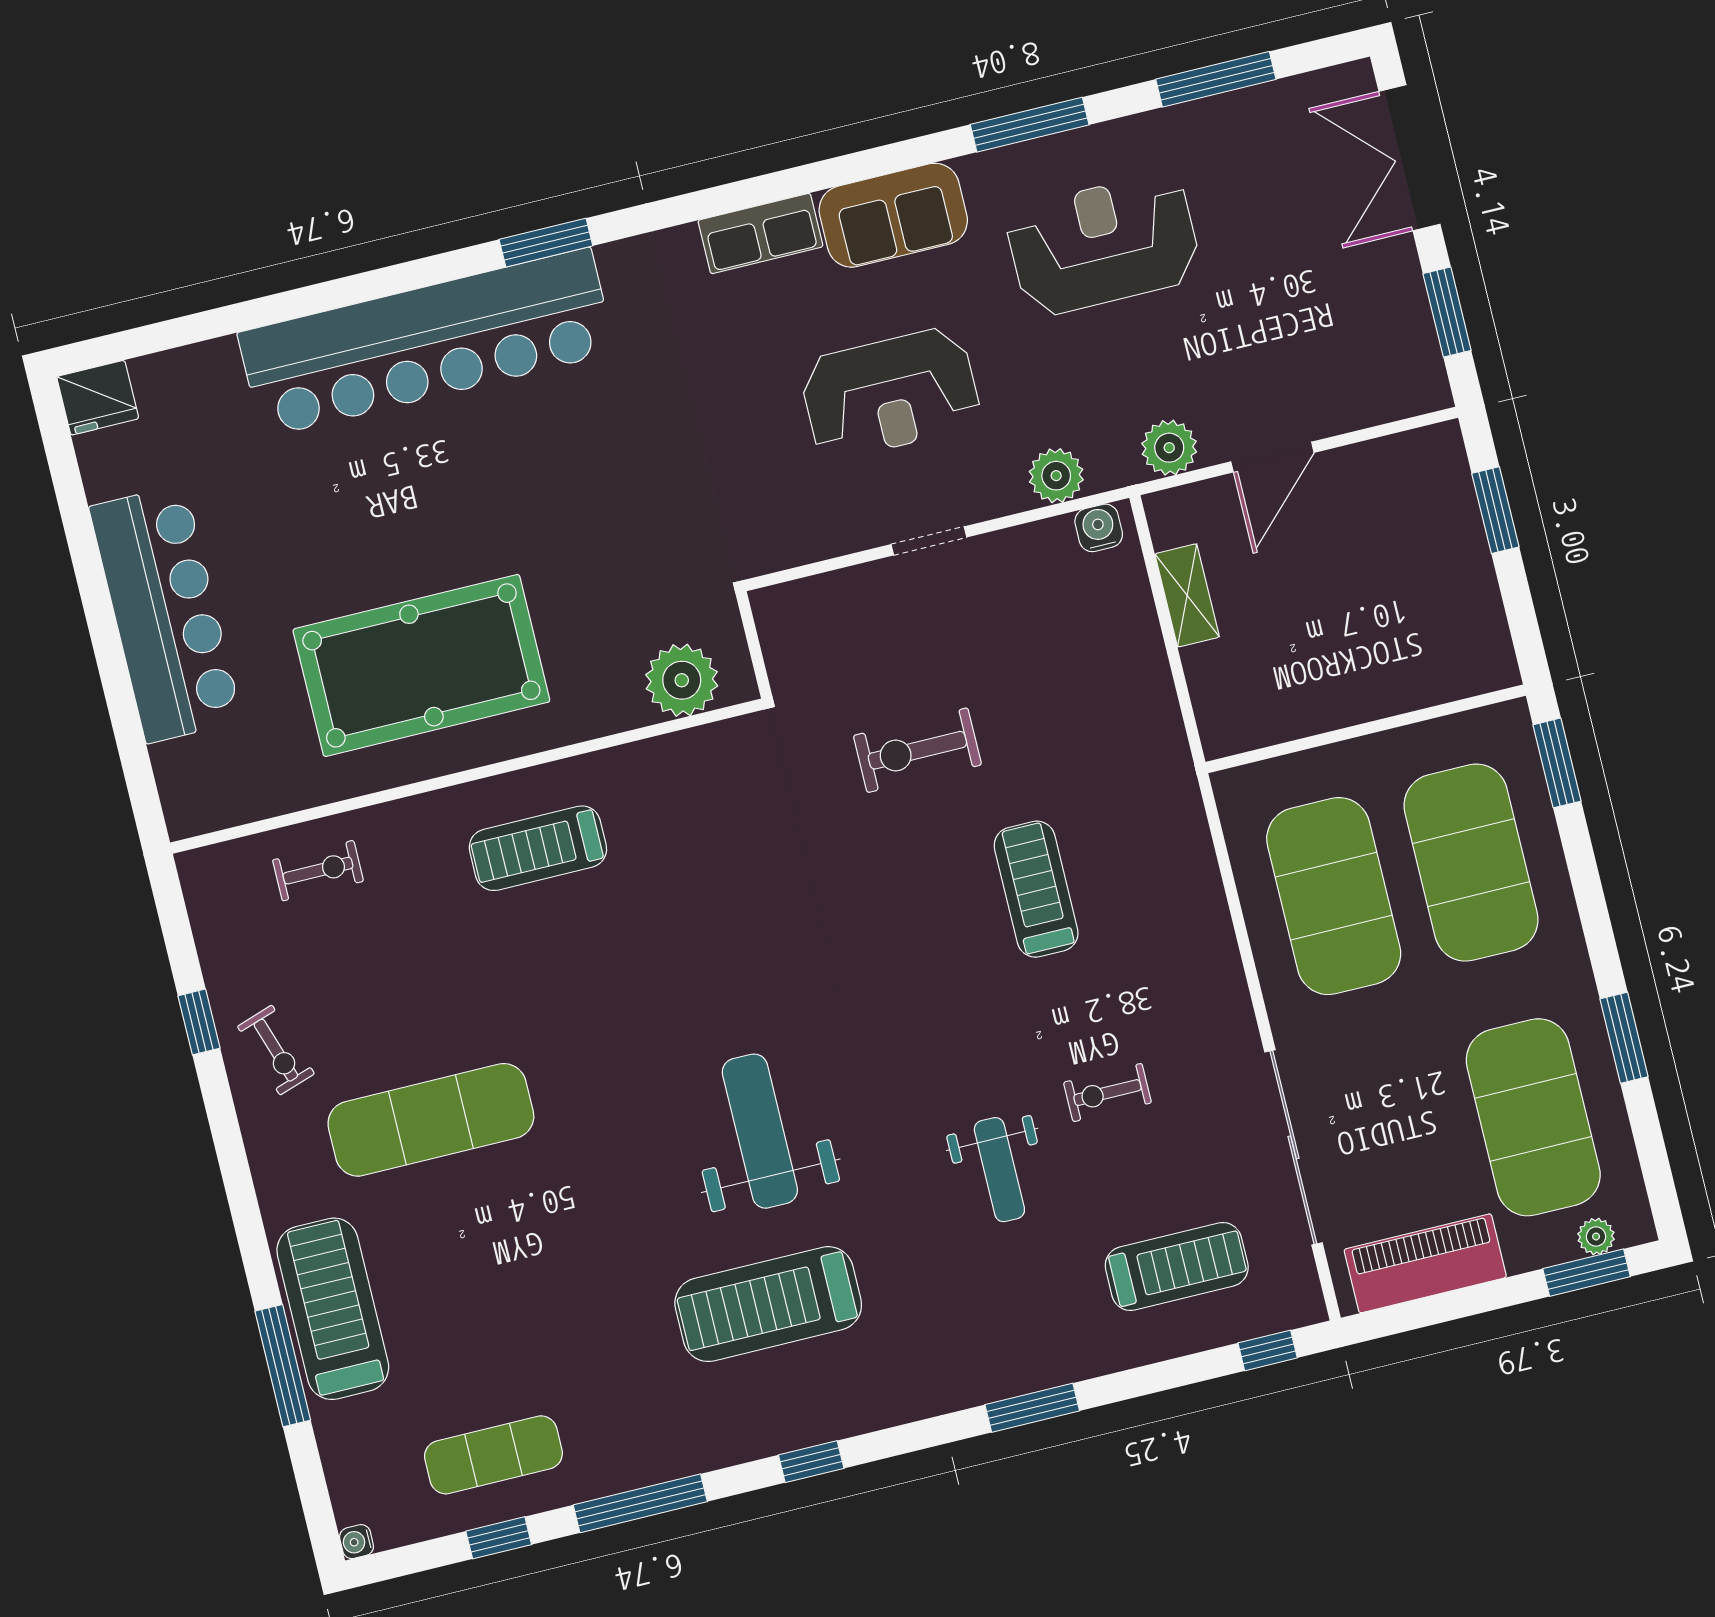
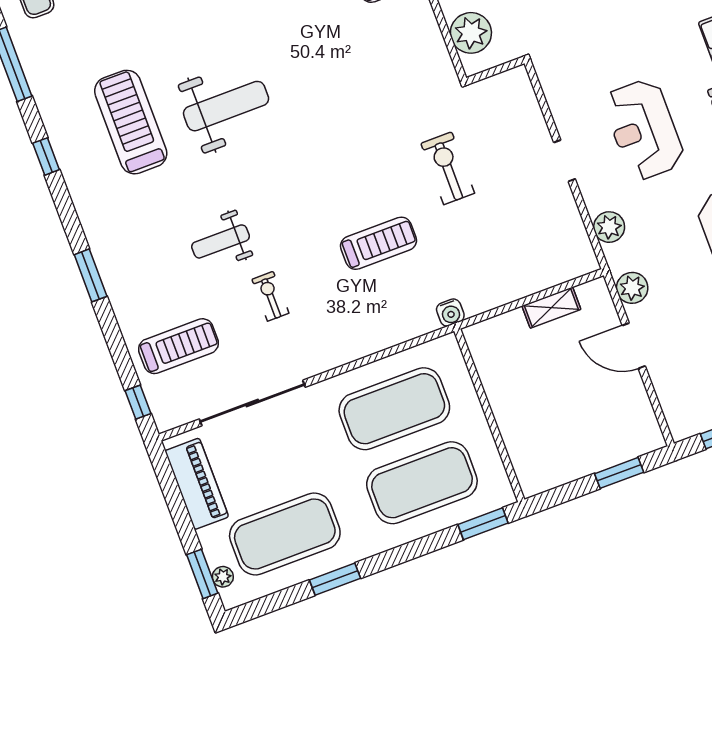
water cooler: (1099, 528) -> (450, 313), moved, turned 90
treadmill: (1177, 1267) -> (178, 346), turned -90

